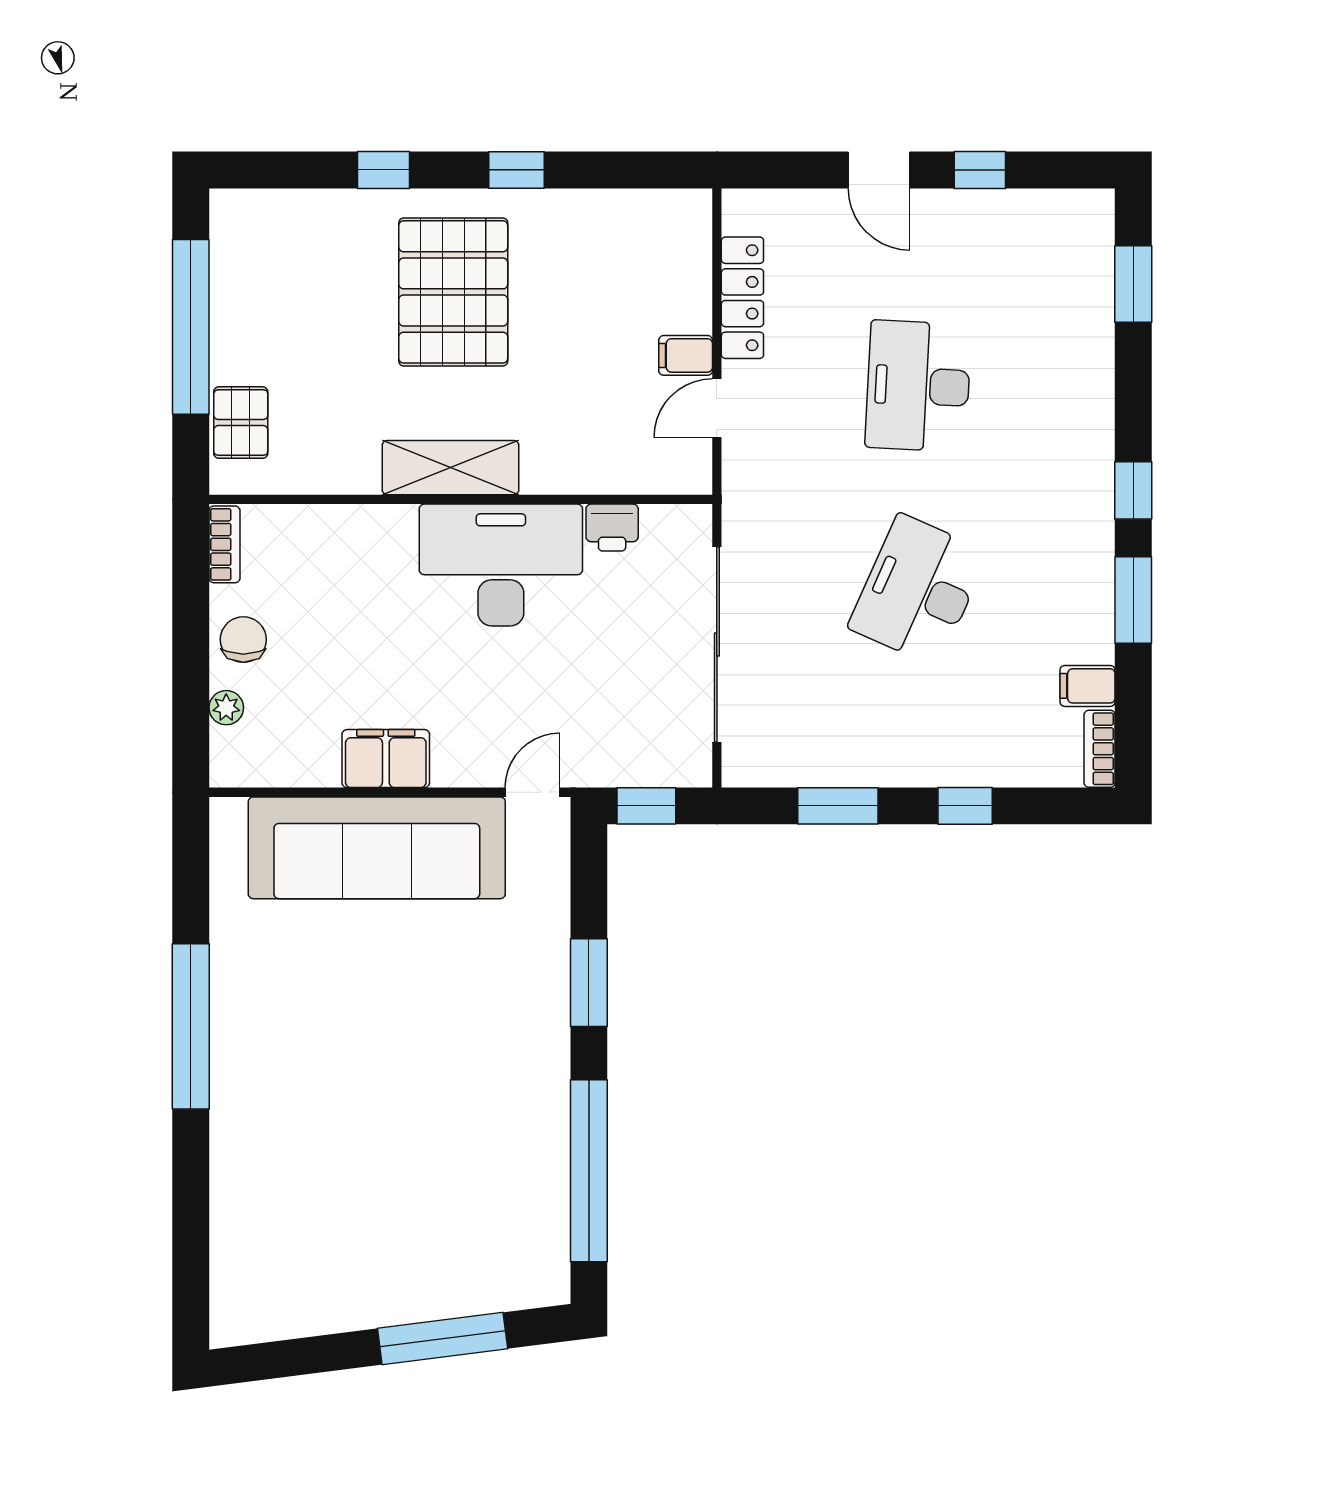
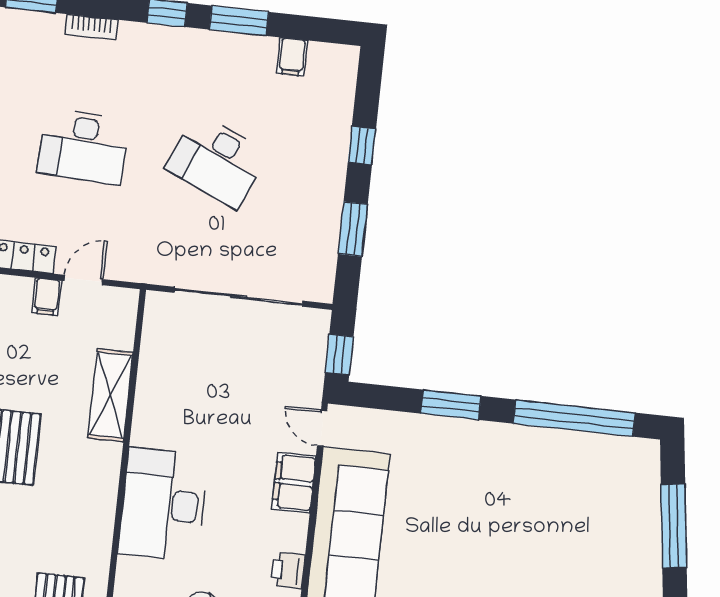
door: (717, 408) -> (84, 280), swing flipped
shelving: (450, 468) -> (110, 395), moved
printer: (612, 528) -> (288, 570), moved, turned 180
desk: (501, 565) -> (163, 504), moved
bookcase: (1100, 749) -> (91, 27), moved
filing cabinet: (386, 759) -> (294, 483), moved

